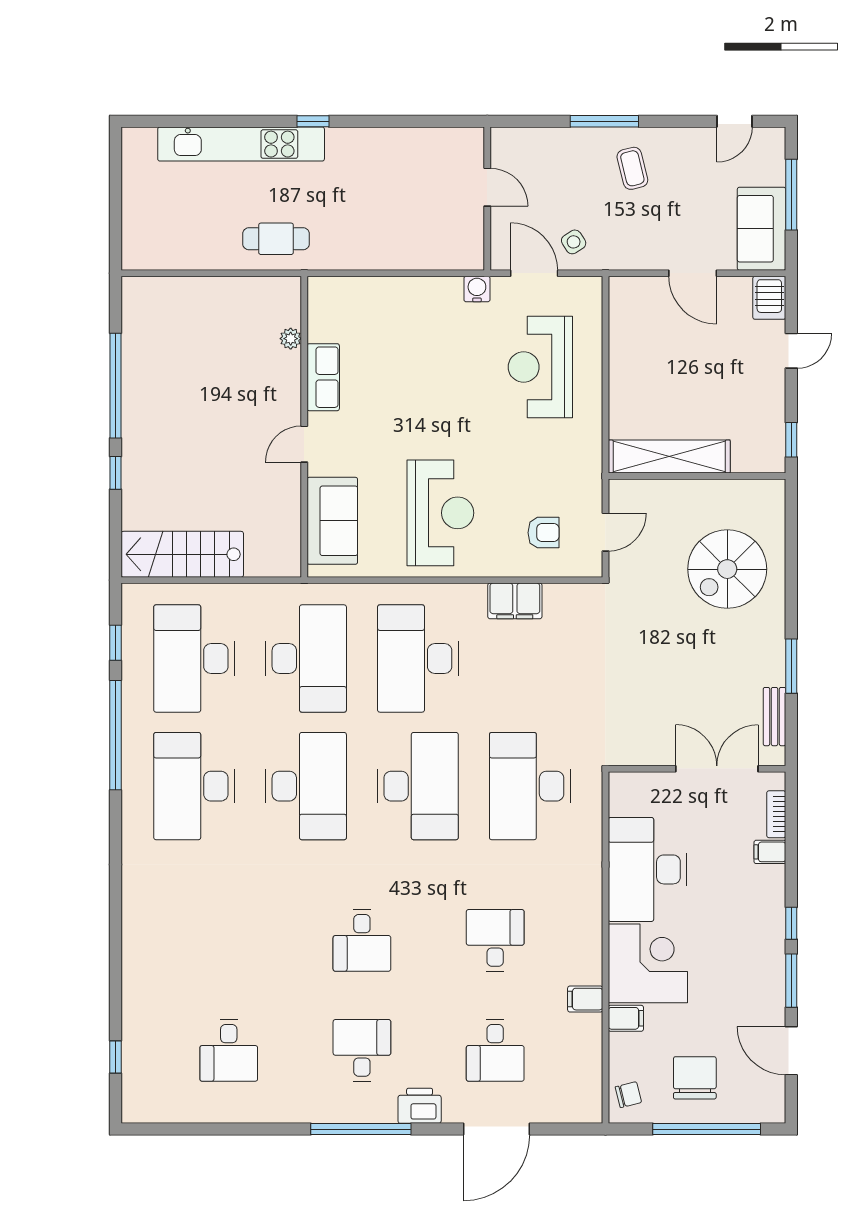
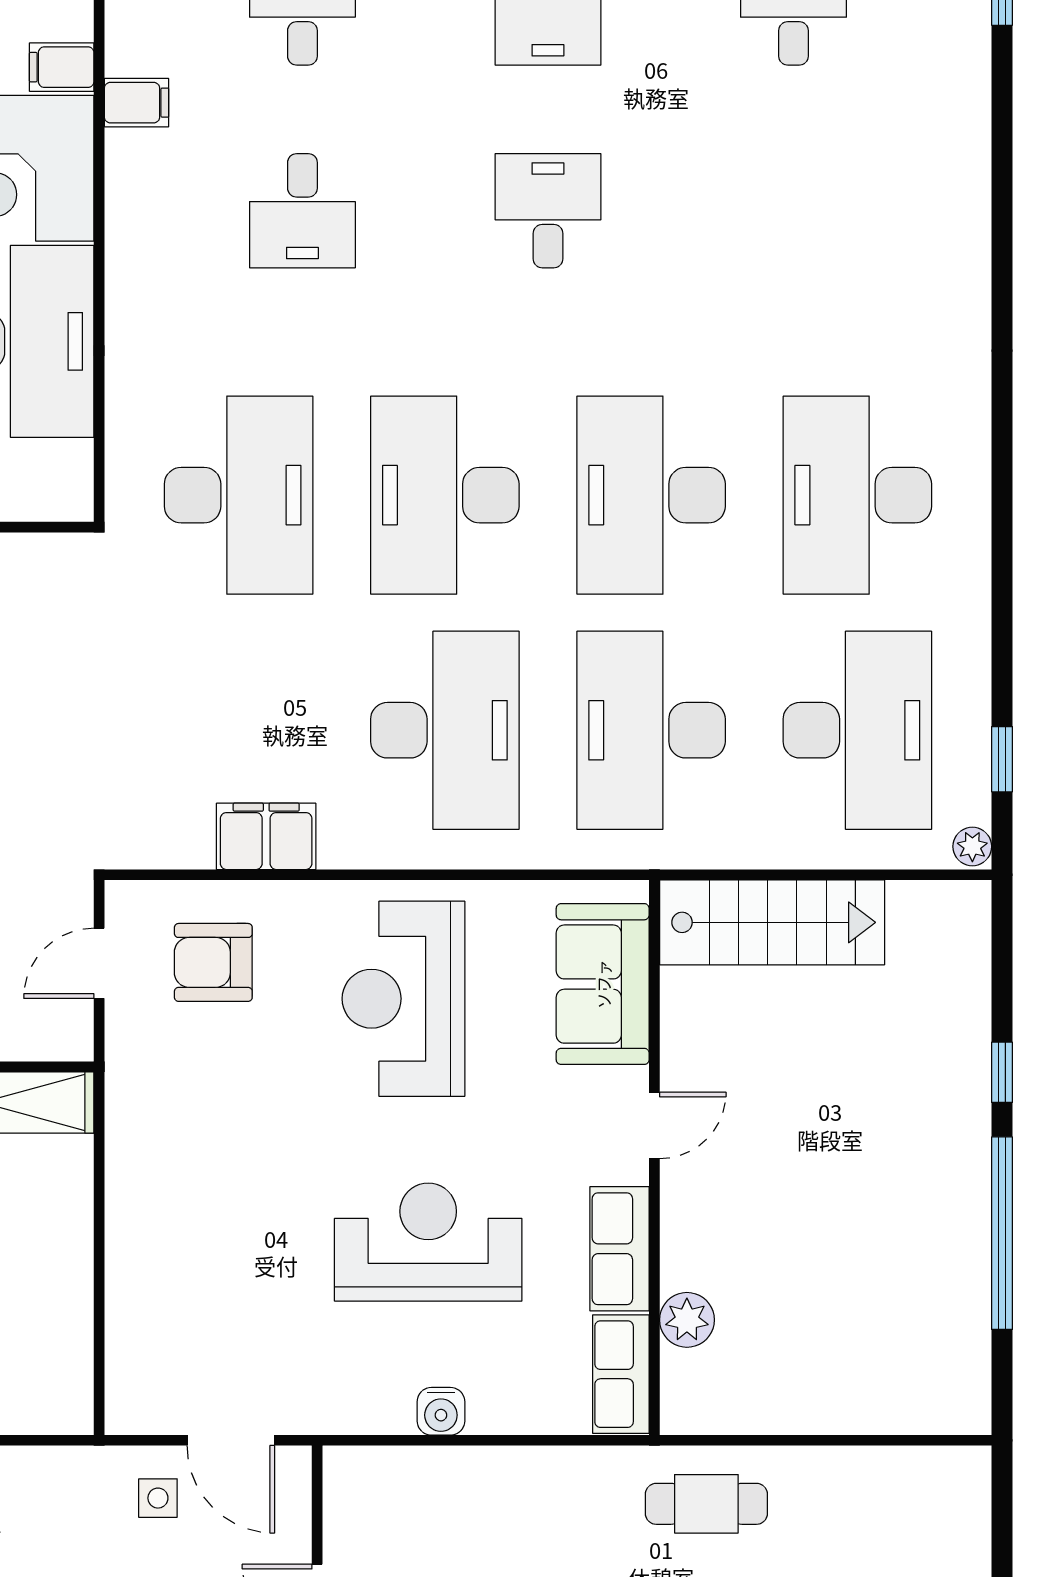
side table: (574, 242) -> (158, 1498), turned 33
water cooler: (477, 289) -> (441, 1411), moved
row of seats: (322, 309) -> (621, 1374), added
plant: (291, 339) -> (687, 1320), width x1.38, depth x1.38
reception desk: (540, 367) -> (428, 1242), moved, turned -90
armchair: (544, 533) -> (213, 962), width x1.38, depth x1.38
stairs: (182, 554) -> (772, 922), moved
plant: (132, 595) -> (972, 846), added
window: (116, 735) -> (1002, 589), removed
desk: (194, 786) -> (857, 495), turned 180

